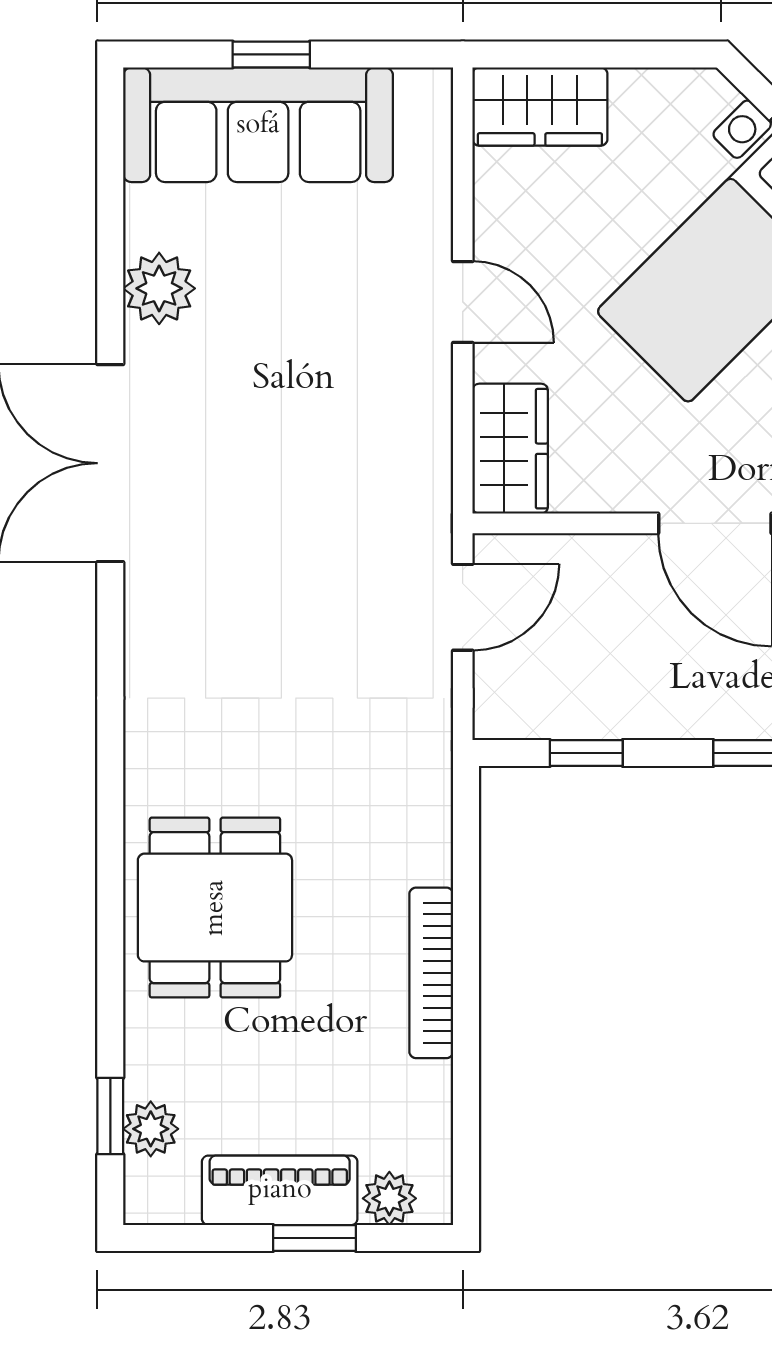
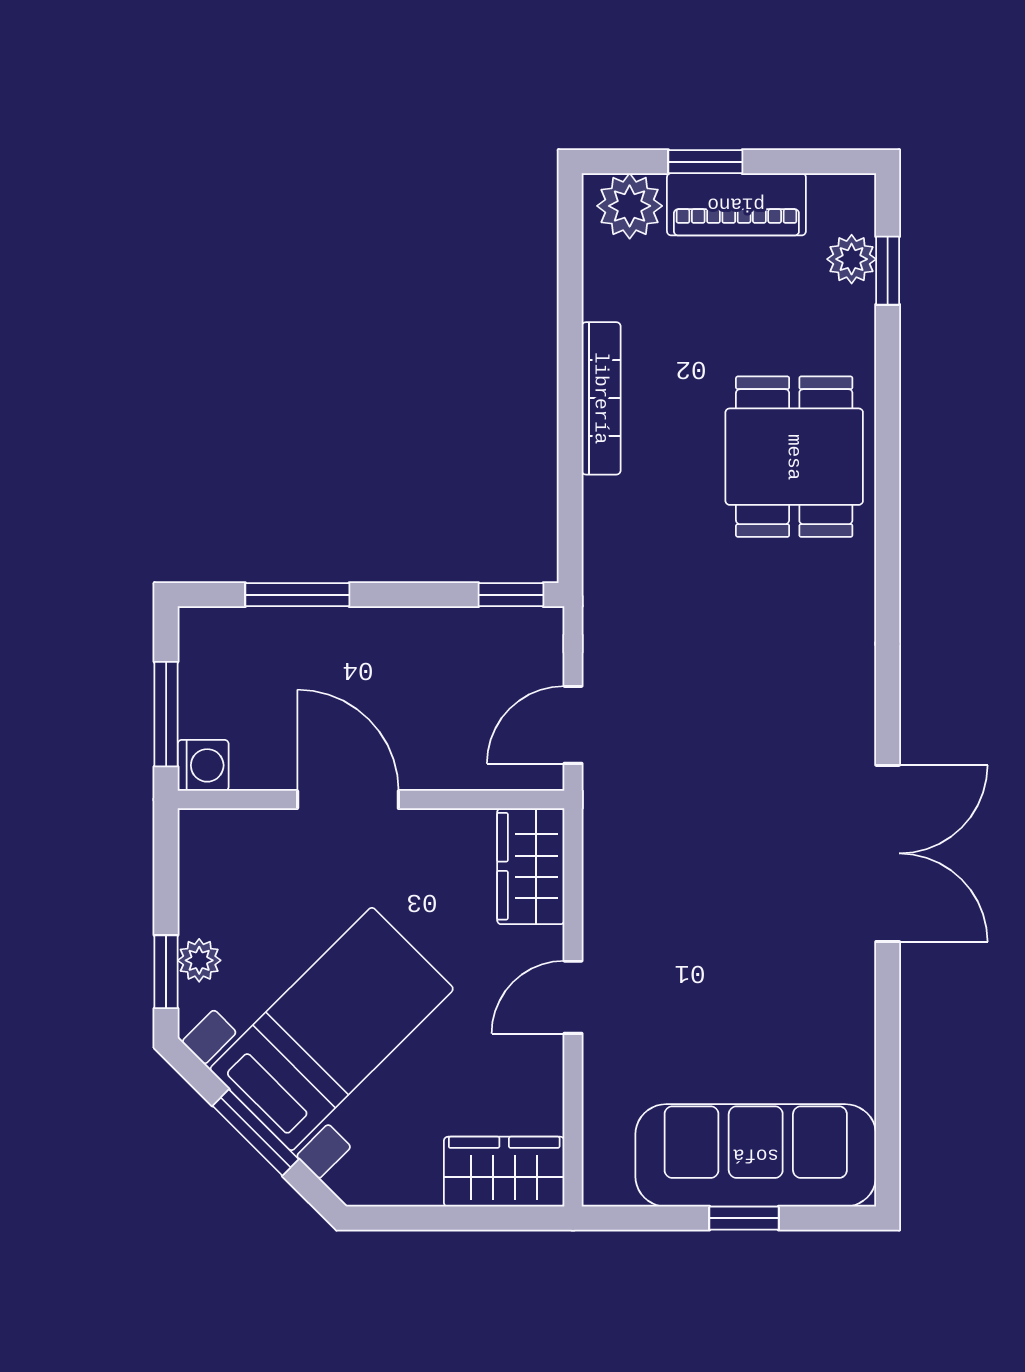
plant: (159, 288) -> (844, 1009), removed
door: (463, 302) -> (573, 997), hinge flipped
window: (586, 753) -> (511, 595), moved
plant: (389, 1198) -> (630, 206), width x1.38, depth x1.38

